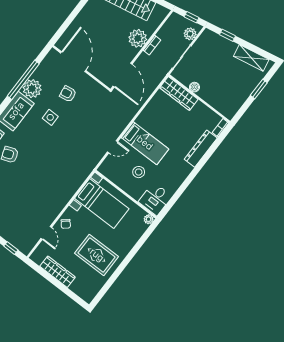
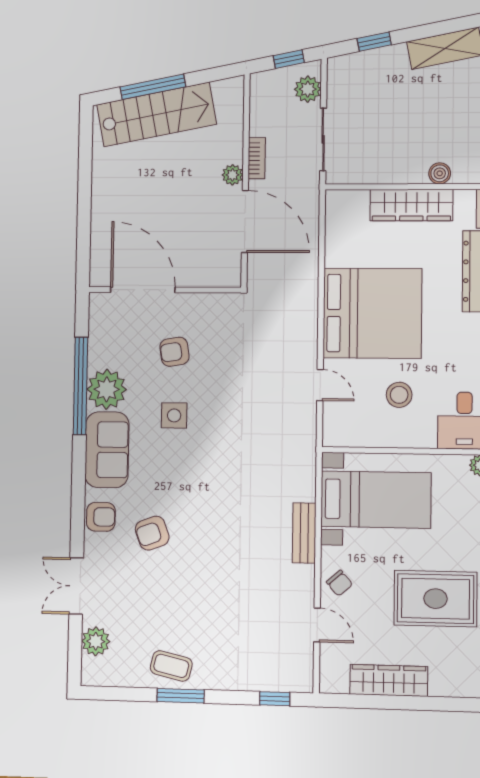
plant: (138, 38) -> (232, 175), width x0.53, depth x0.53
door: (123, 75) -> (245, 221), moved
boiler: (194, 87) -> (440, 173), moved
wardrobe: (179, 93) -> (411, 205), moved
bed: (145, 143) -> (372, 313), width x2.04
door: (113, 147) -> (320, 385), hinge flipped
bench: (66, 196) -> (304, 533), added

